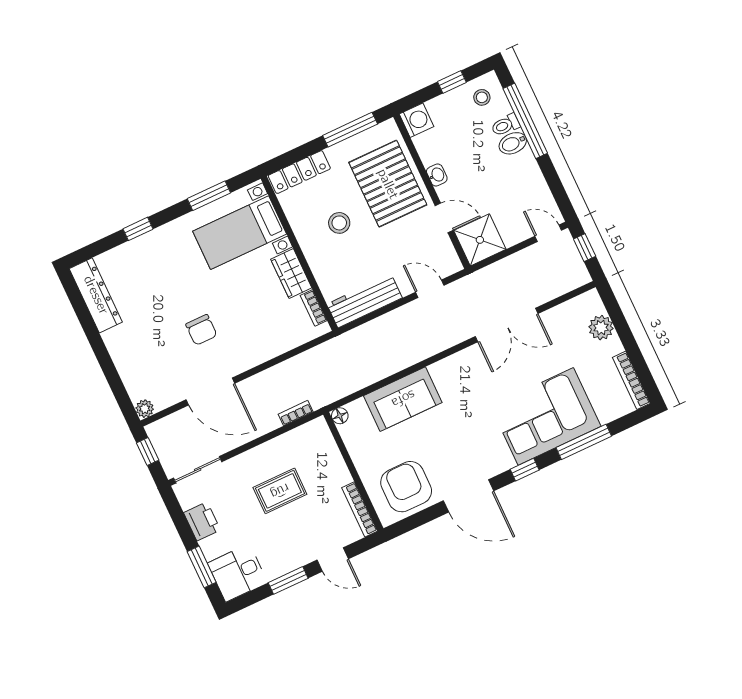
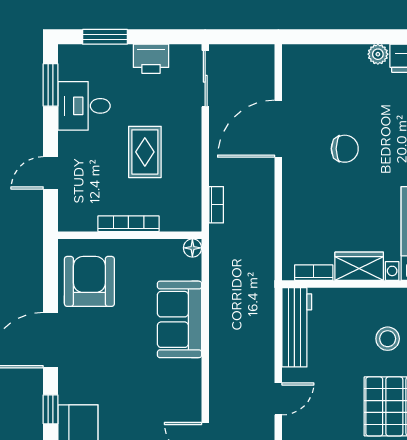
chair: (201, 330) -> (345, 149), turned 180
plant: (145, 409) -> (378, 54), moved
window: (148, 452) -> (247, 37), removed
armchair: (406, 487) -> (89, 281), turned -90
bookcase: (360, 509) -> (128, 224), moved
desk: (238, 573) -> (84, 106), moved, turned -90
window: (288, 580) -> (51, 85), moved

